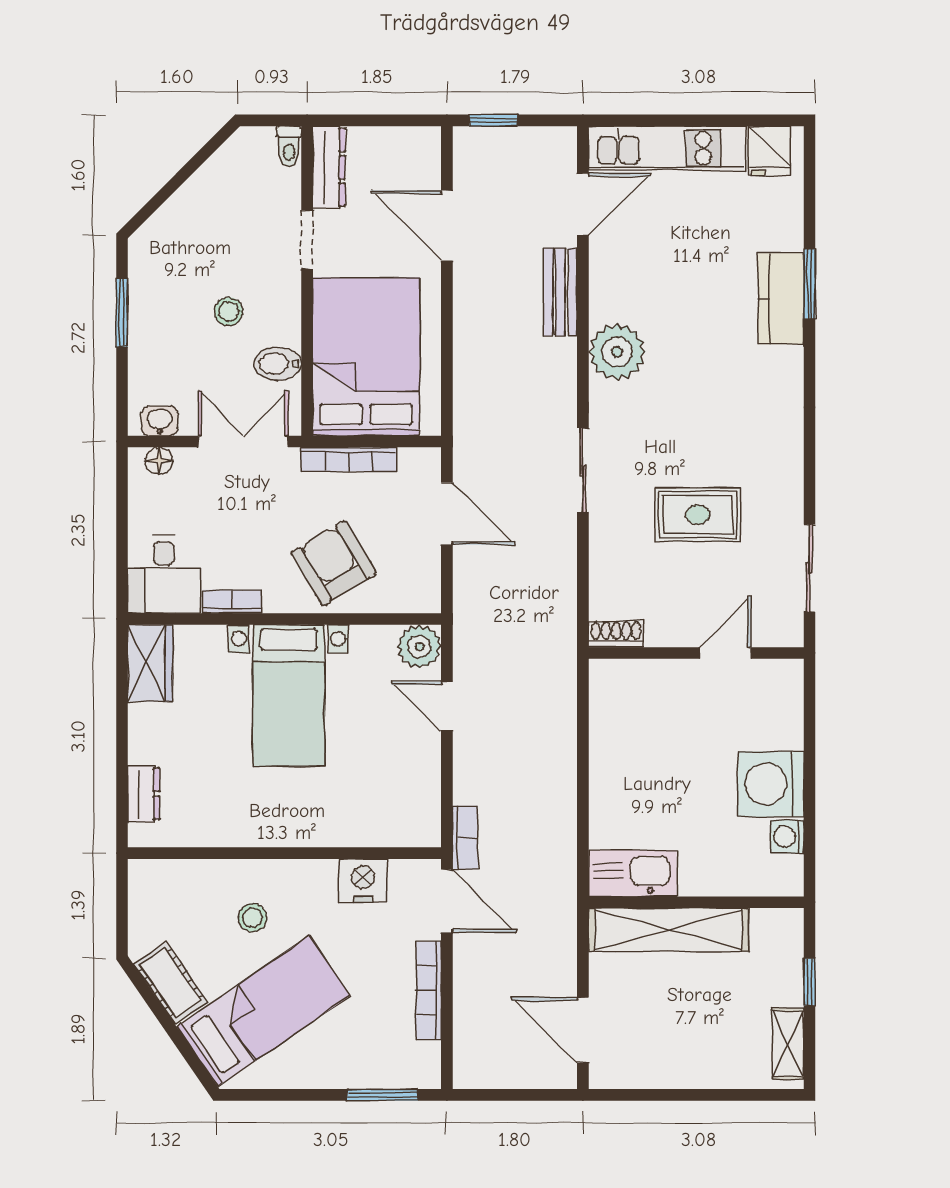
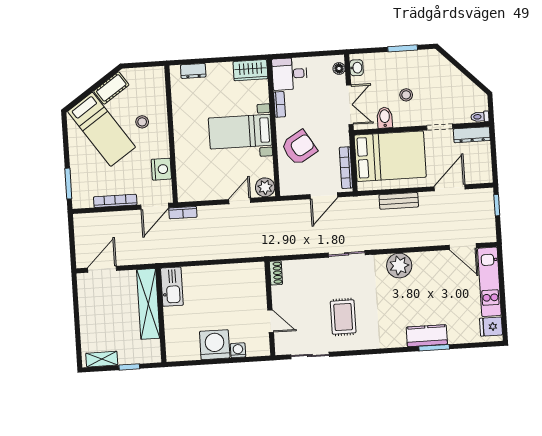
bench: (560, 292) -> (399, 201), moved
bookcase: (348, 459) -> (346, 168), moved
rug: (698, 515) -> (343, 317), moved
washing machine: (787, 836) -> (238, 350), moved

